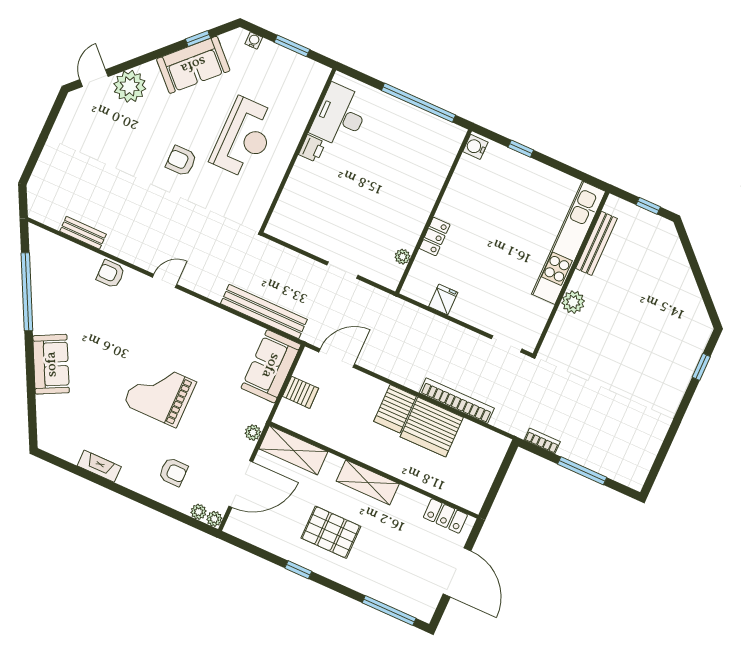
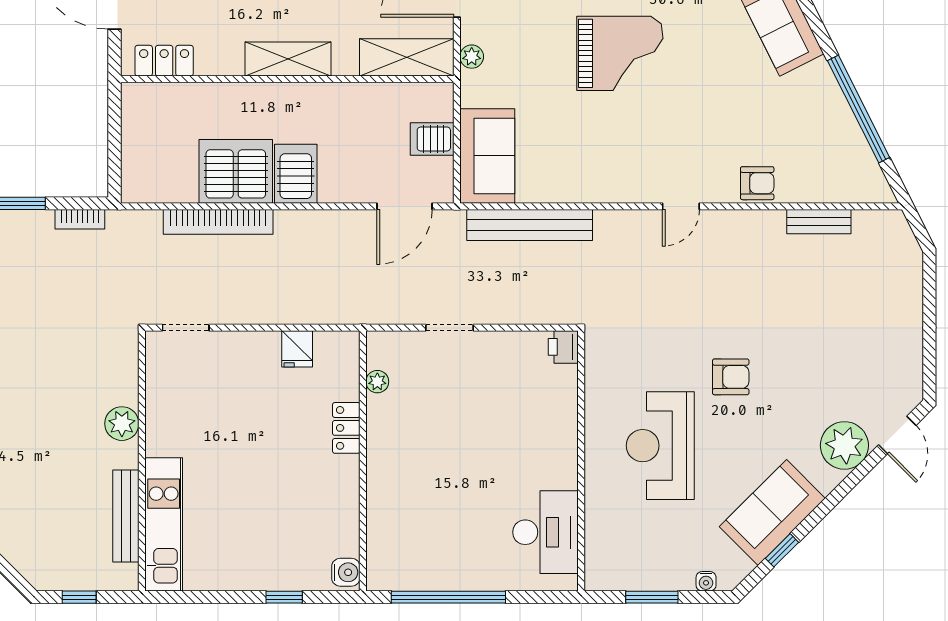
printer: (312, 149) -> (563, 347), moved
kitchen unit: (569, 243) -> (164, 524), width x0.73

